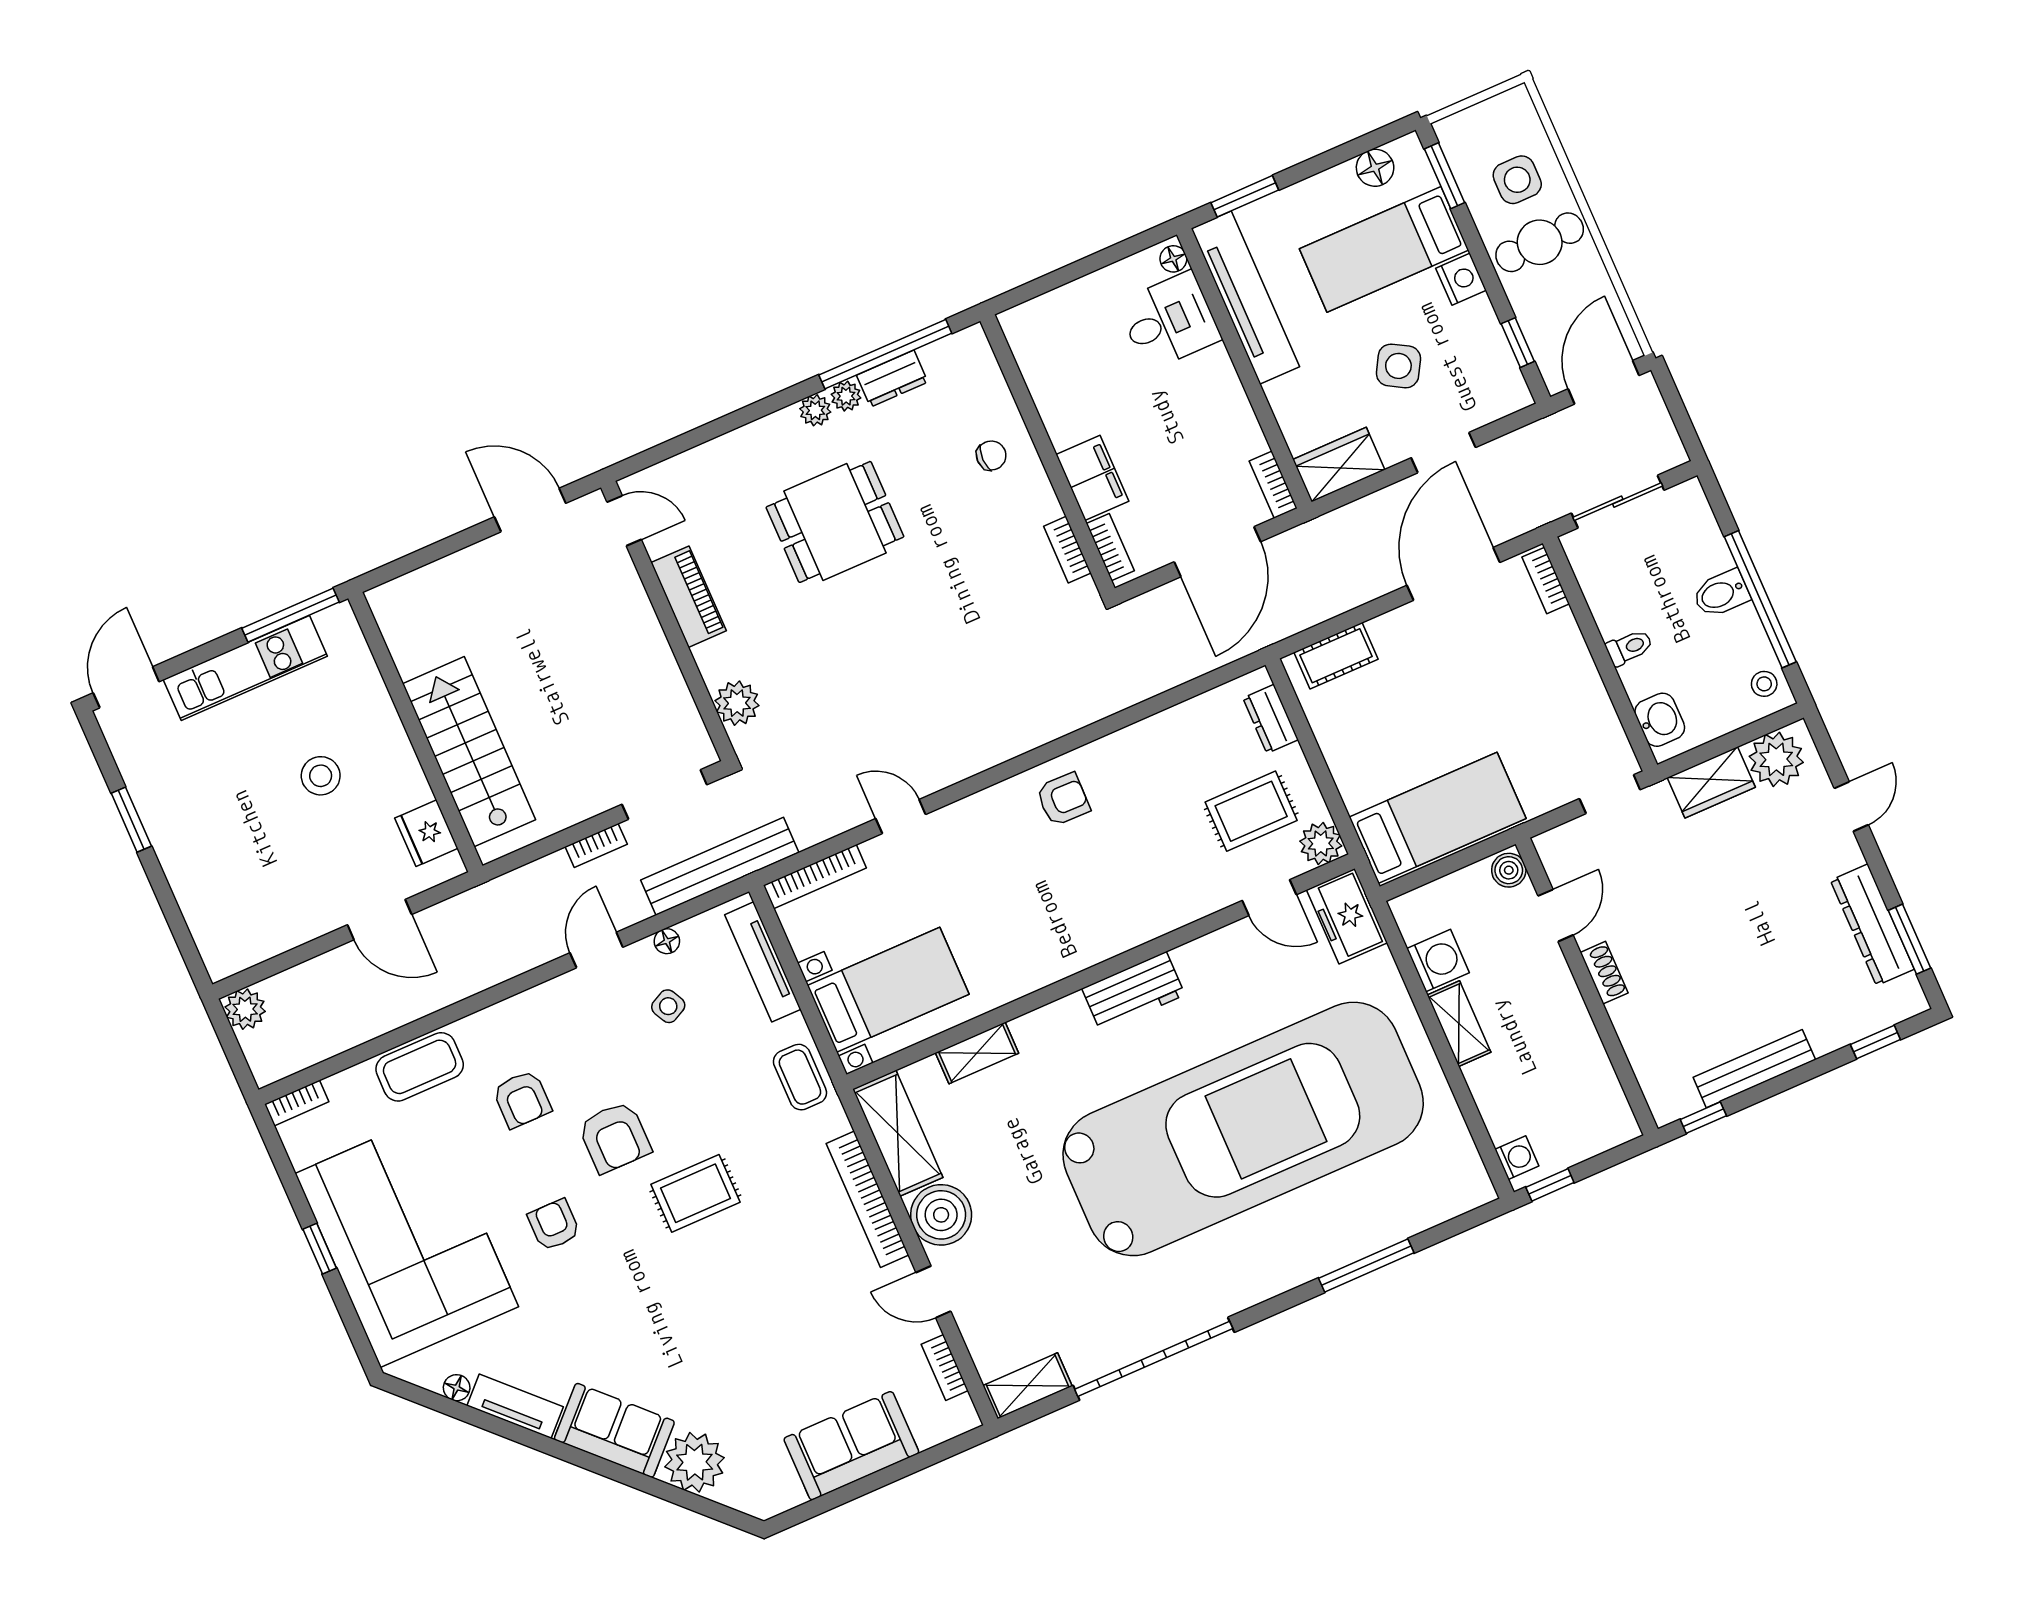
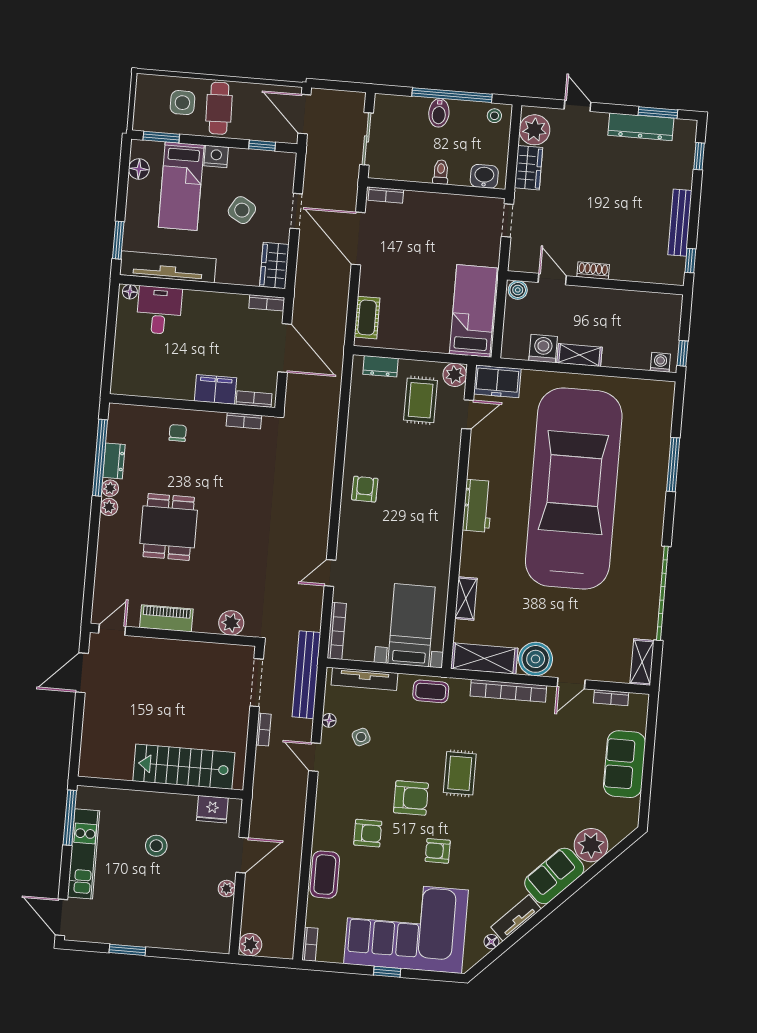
plant: (313, 924) -> (227, 889), added

